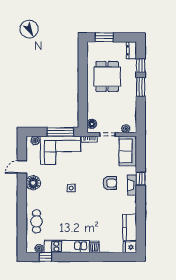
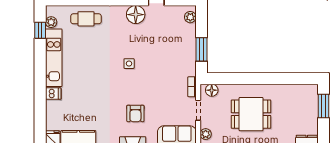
dining table: (107, 77) -> (251, 114), moved
window: (60, 132) -> (201, 49), width x0.69
corner sofa: (60, 150) -> (178, 50), removed

